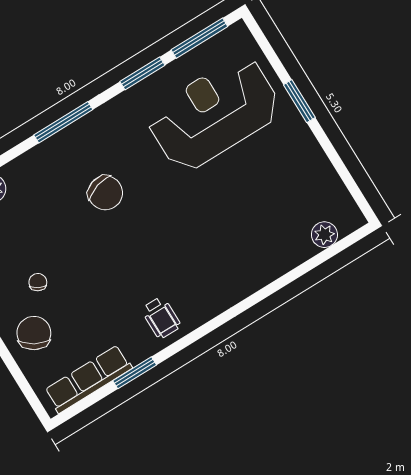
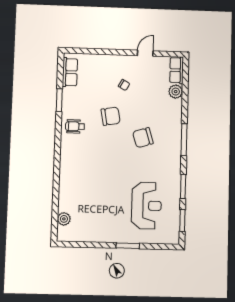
window: (199, 38) -> (182, 221), width x0.69
reception desk: (214, 113) -> (146, 206), width x0.74, depth x0.77
chair: (34, 333) -> (111, 116), moved, turned -40
row of seats: (88, 379) -> (70, 72), width x0.68

